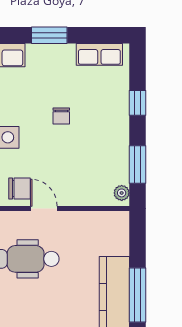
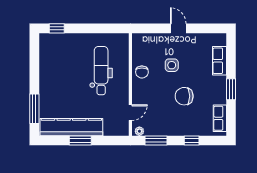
chair: (61, 116) -> (184, 96), width x1.87, depth x1.87
door: (44, 209) -> (130, 113), moved
window: (138, 295) -> (80, 140), width x0.69

